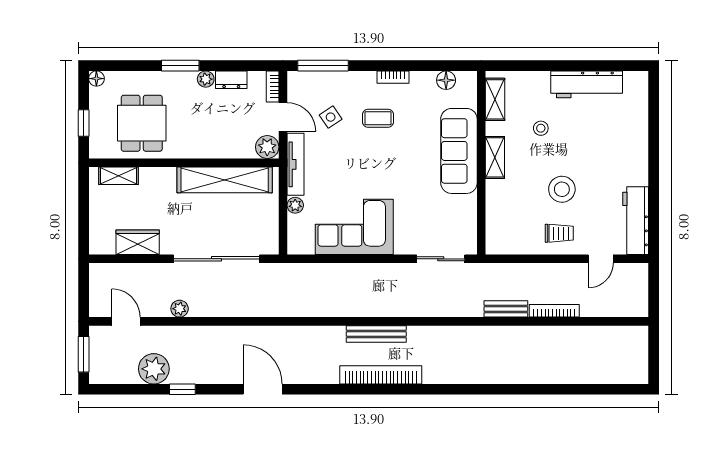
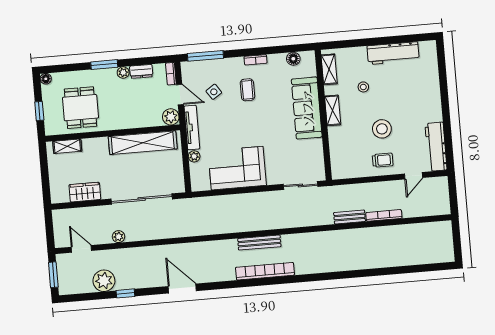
coffee table: (378, 118) -> (247, 90), turned 90

